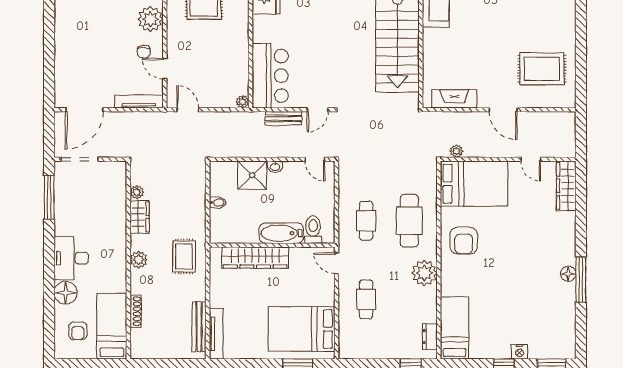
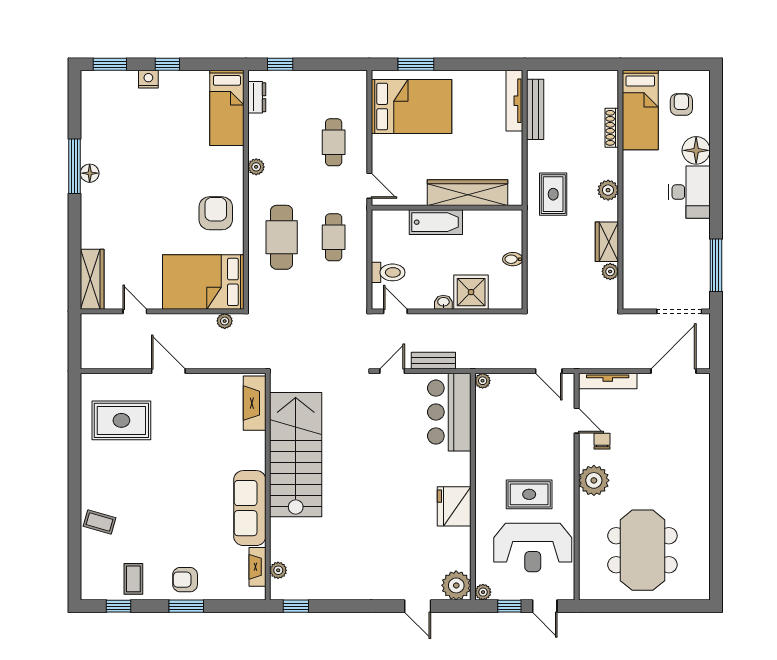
fireplace: (454, 99) -> (255, 403), moved, turned 90
toilet: (313, 230) -> (388, 272), moved, turned -90
plant: (424, 273) -> (256, 167), width x0.53, depth x0.53

